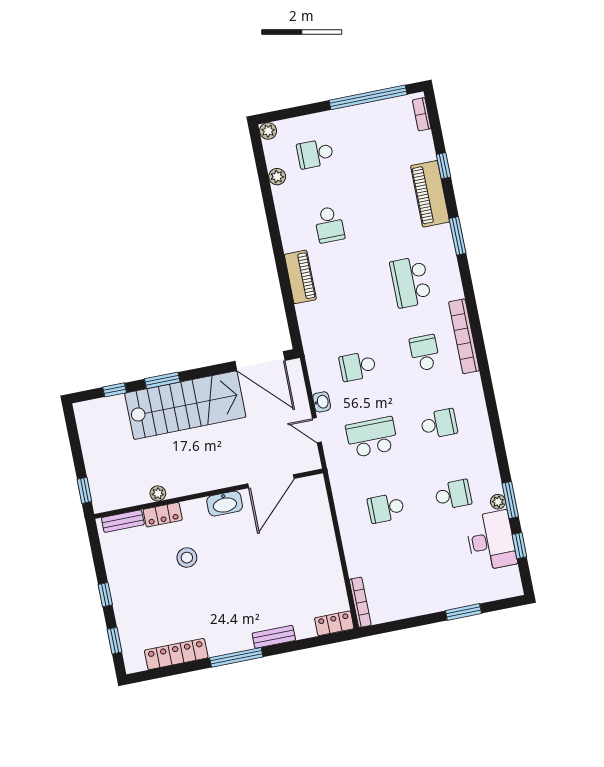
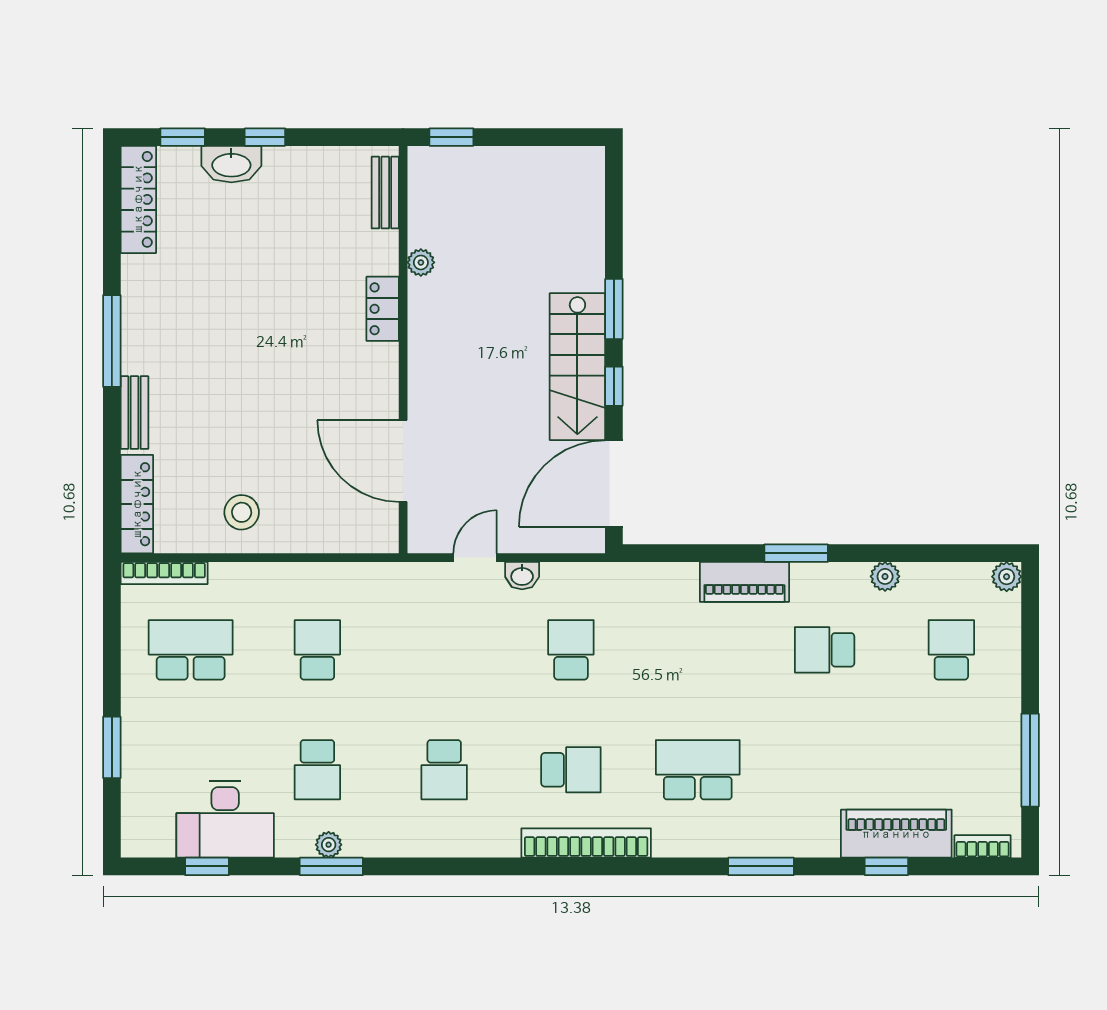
window: (368, 97) -> (1030, 760), width x0.68
plant: (277, 177) -> (885, 576), moved
piano: (430, 194) -> (896, 834), moved
window: (278, 251) -> (796, 553), added
window: (115, 390) -> (614, 386), moved
stairs: (185, 405) -> (577, 367), width x0.73, depth x0.66
school desk: (372, 437) -> (191, 650), moved, turned -90
window: (510, 500) -> (331, 866), moved
plant: (498, 502) -> (329, 845), moved
washbasin: (225, 504) -> (231, 164), moved, turned -90
locker: (163, 515) -> (383, 309), moved
stool: (187, 558) -> (242, 512), moved
locker: (334, 623) -> (137, 504), width x1.53
locker: (176, 654) -> (138, 199), moved

